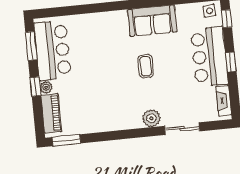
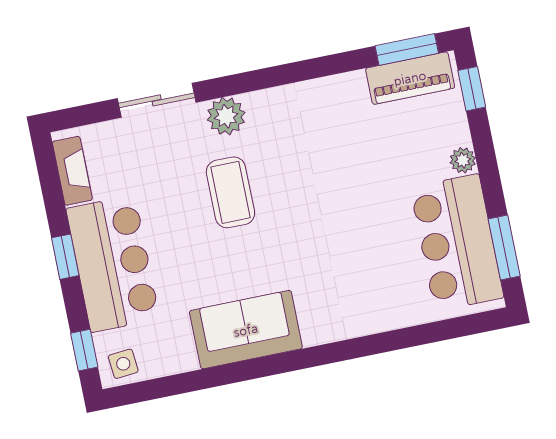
coffee table: (146, 66) -> (230, 192), moved, width x1.36, depth x1.30
window: (35, 87) -> (472, 89), moved
piano: (51, 113) -> (410, 78), moved, turned -90

